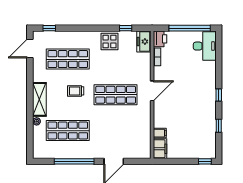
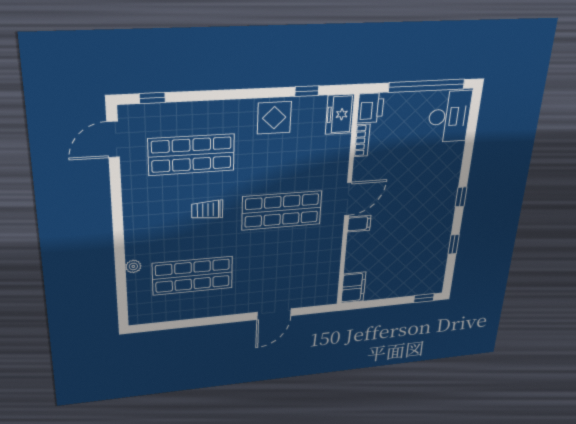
shelving: (39, 99) -> (137, 230), removed
filing cabinet: (160, 133) -> (359, 224), moved
window: (74, 161) -> (205, 321), removed

